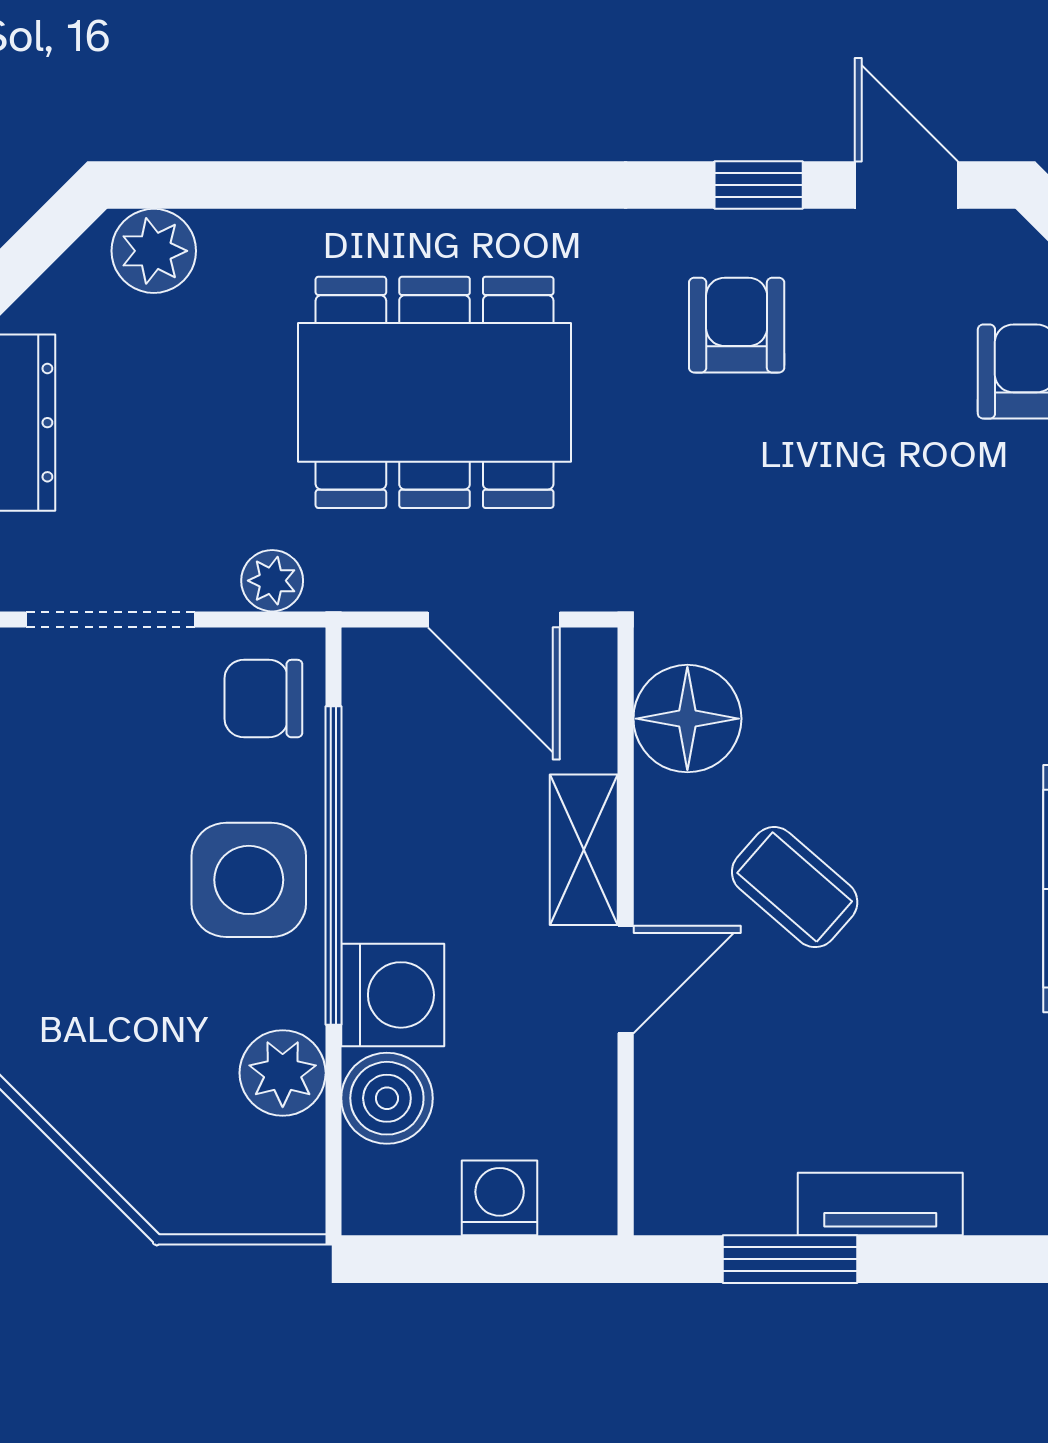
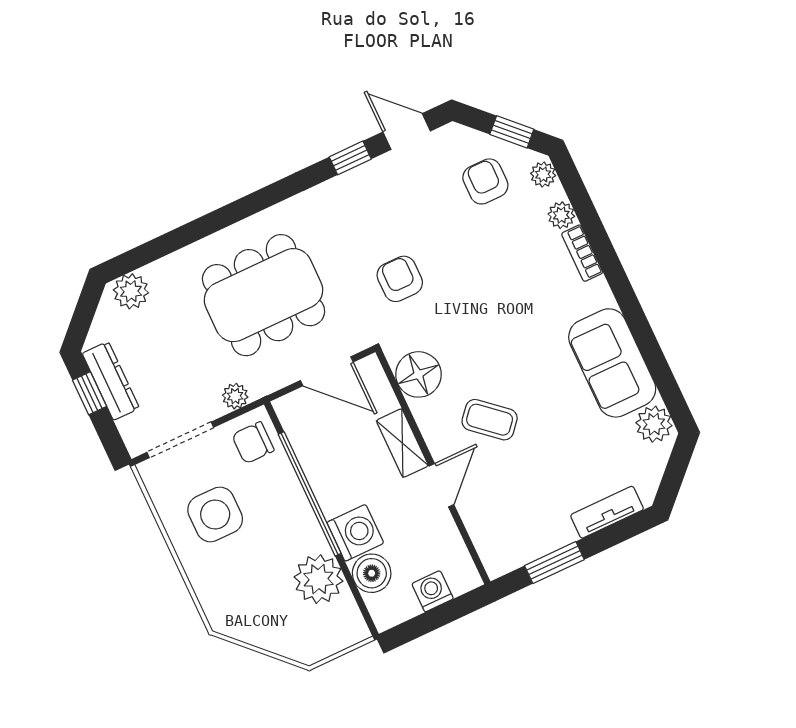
armchair: (737, 325) -> (400, 279), moved
side table: (249, 880) -> (215, 514), moved
plant: (283, 1073) -> (319, 579), width x1.36, depth x1.36
tv unit: (880, 1204) -> (607, 512), moved

